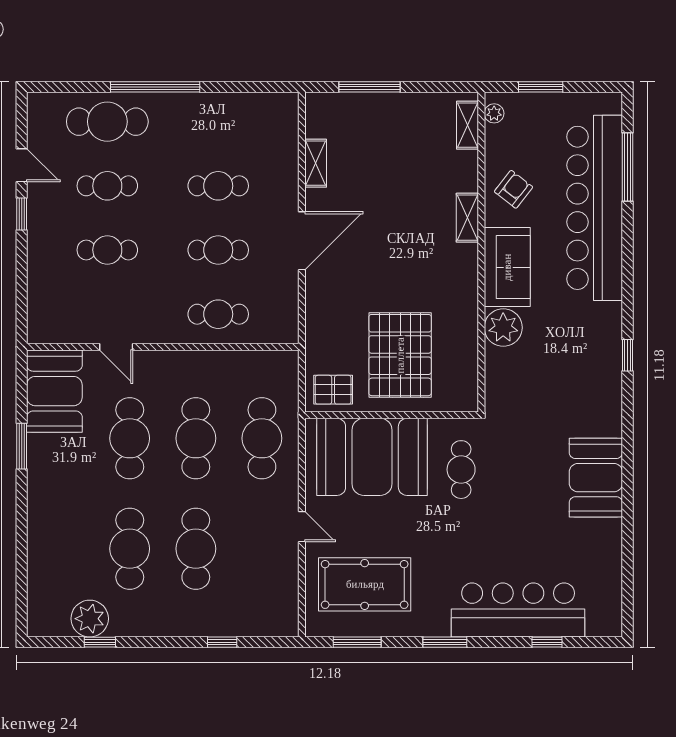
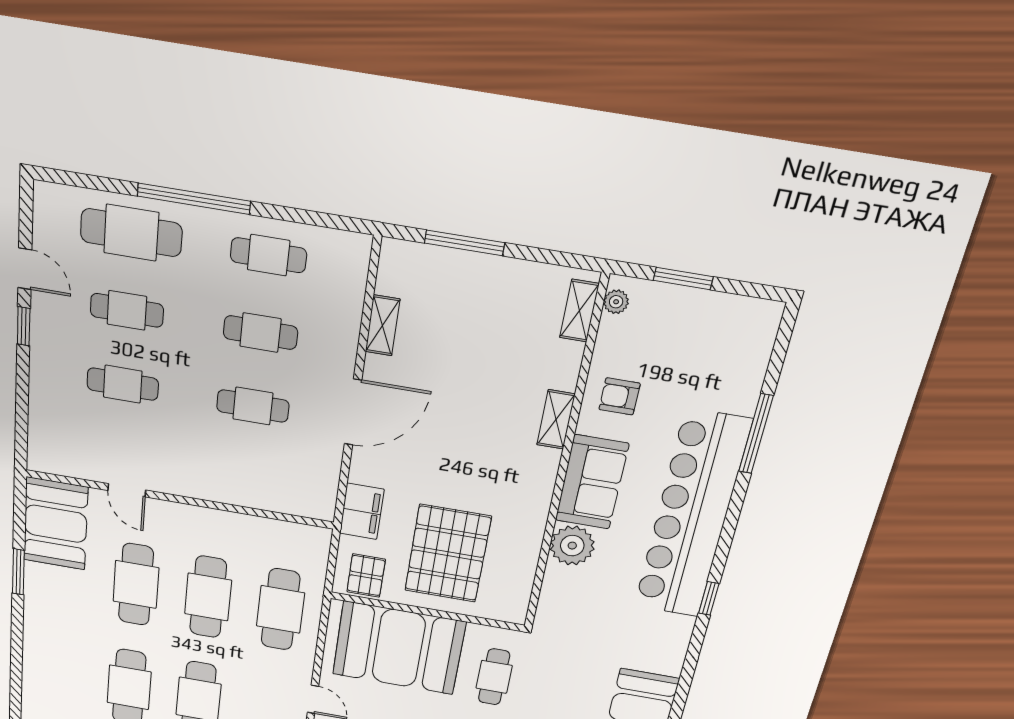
window: (627, 167) -> (756, 434), moved
armchair: (514, 189) -> (620, 396), turned -128
bar counter: (595, 208) -> (692, 516), moved
cafe table: (218, 314) -> (269, 255), moved
filing cabinet: (321, 329) -> (362, 511), added
pallet: (333, 390) -> (366, 576), turned 90

